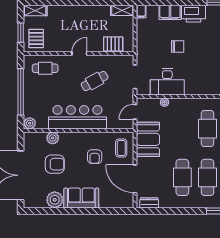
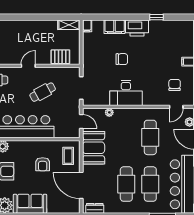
desk: (167, 82) -> (126, 93), moved
door: (135, 112) -> (81, 121), swing flipped

